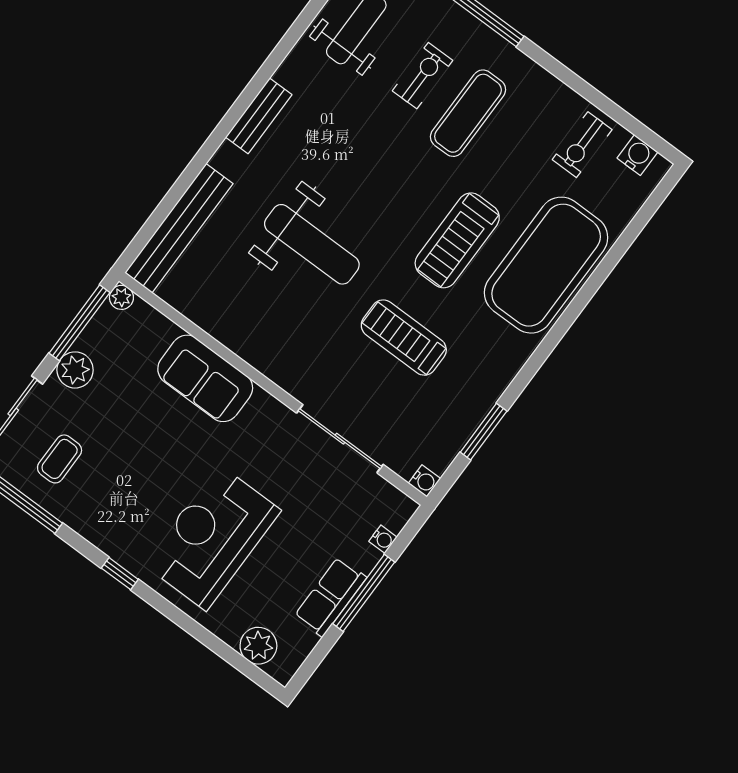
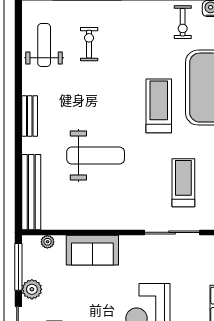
exercise mat: (468, 113) -> (122, 46), removed
treadmill: (457, 240) -> (159, 106), turned 180
plant: (121, 297) -> (47, 242), moved
treadmill: (404, 338) -> (183, 183), moved, turned 90

